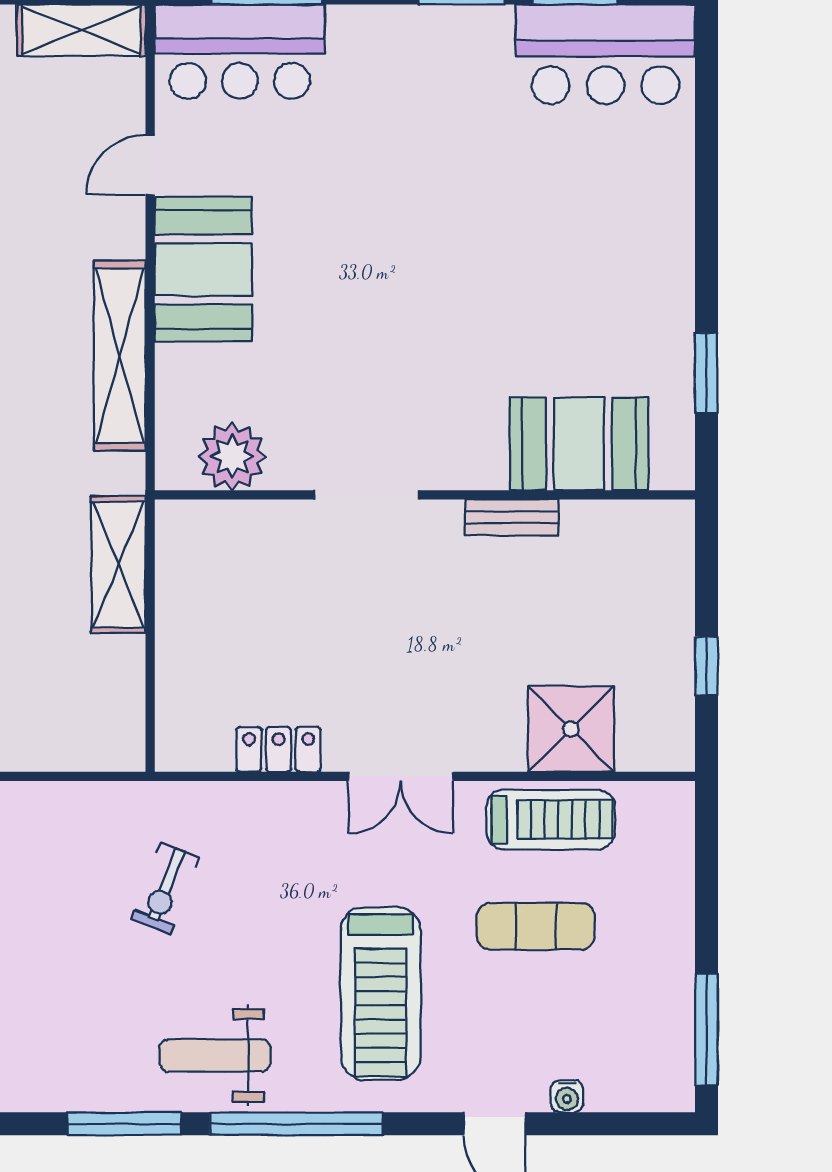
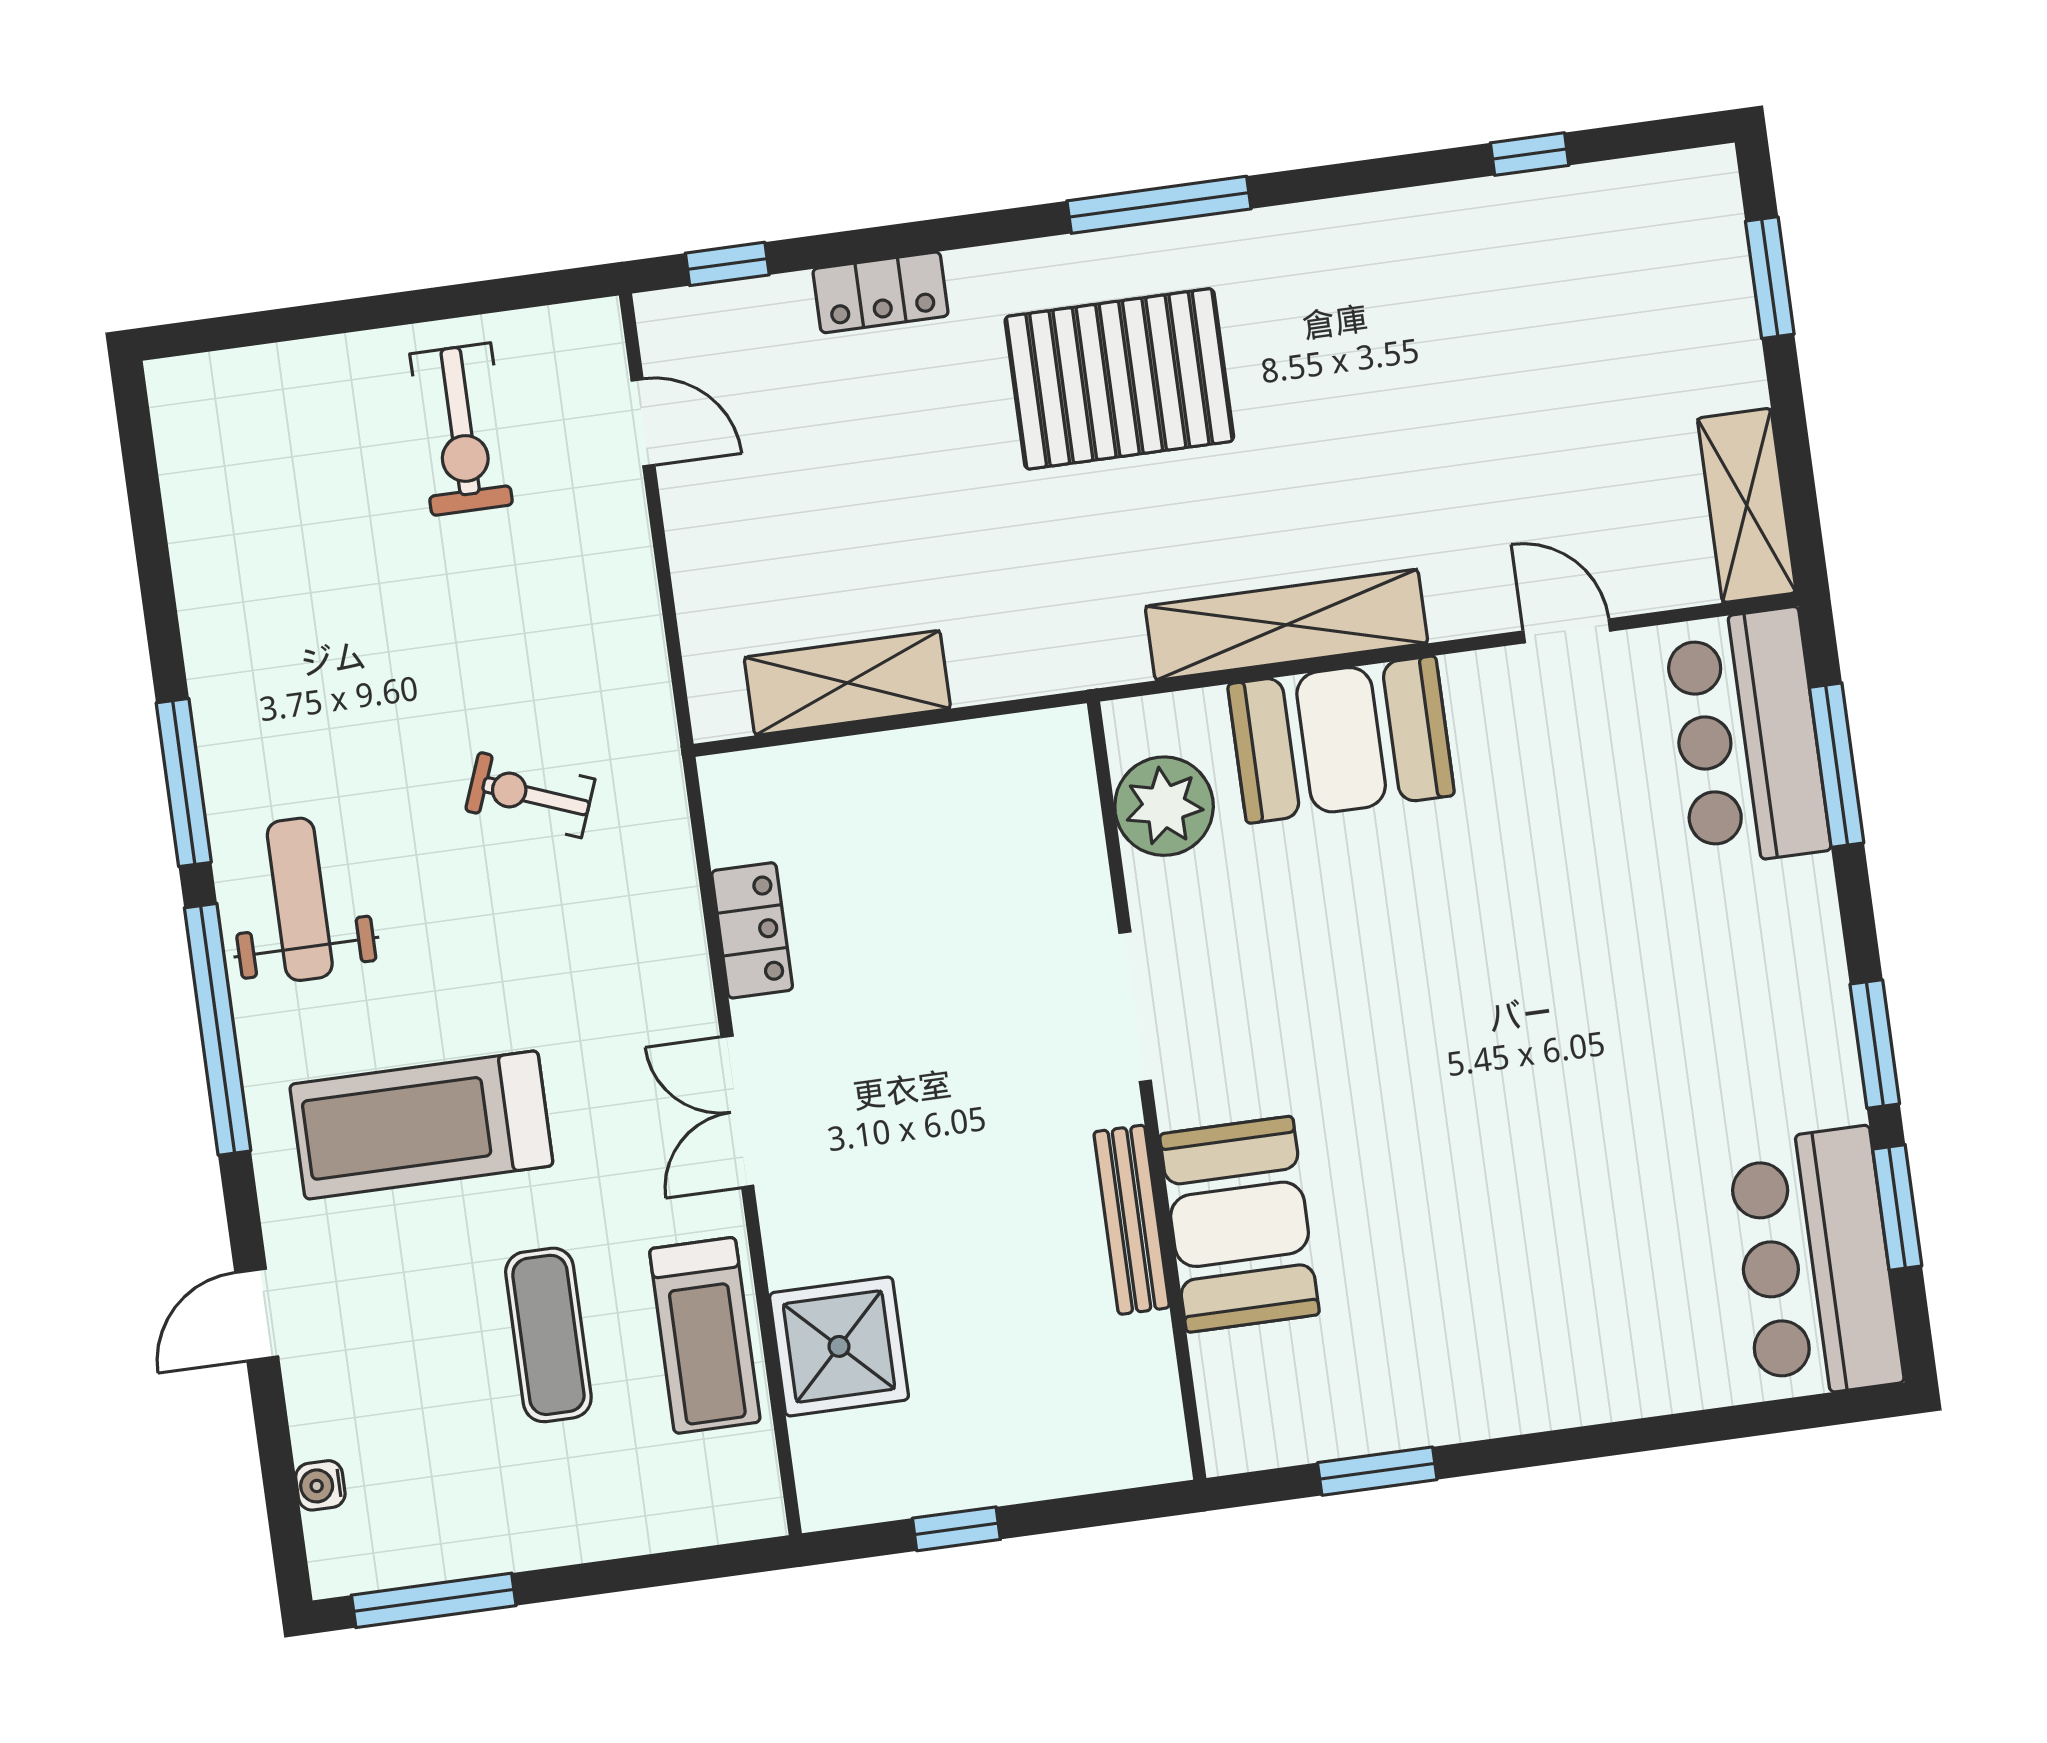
booth: (203, 269) -> (1341, 740), moved
booth: (579, 444) -> (1240, 1224), moved
bench: (512, 517) -> (1132, 1220), width x1.36
shelving: (118, 565) -> (847, 683), moved
water cooler: (567, 1096) -> (320, 1485), moved

